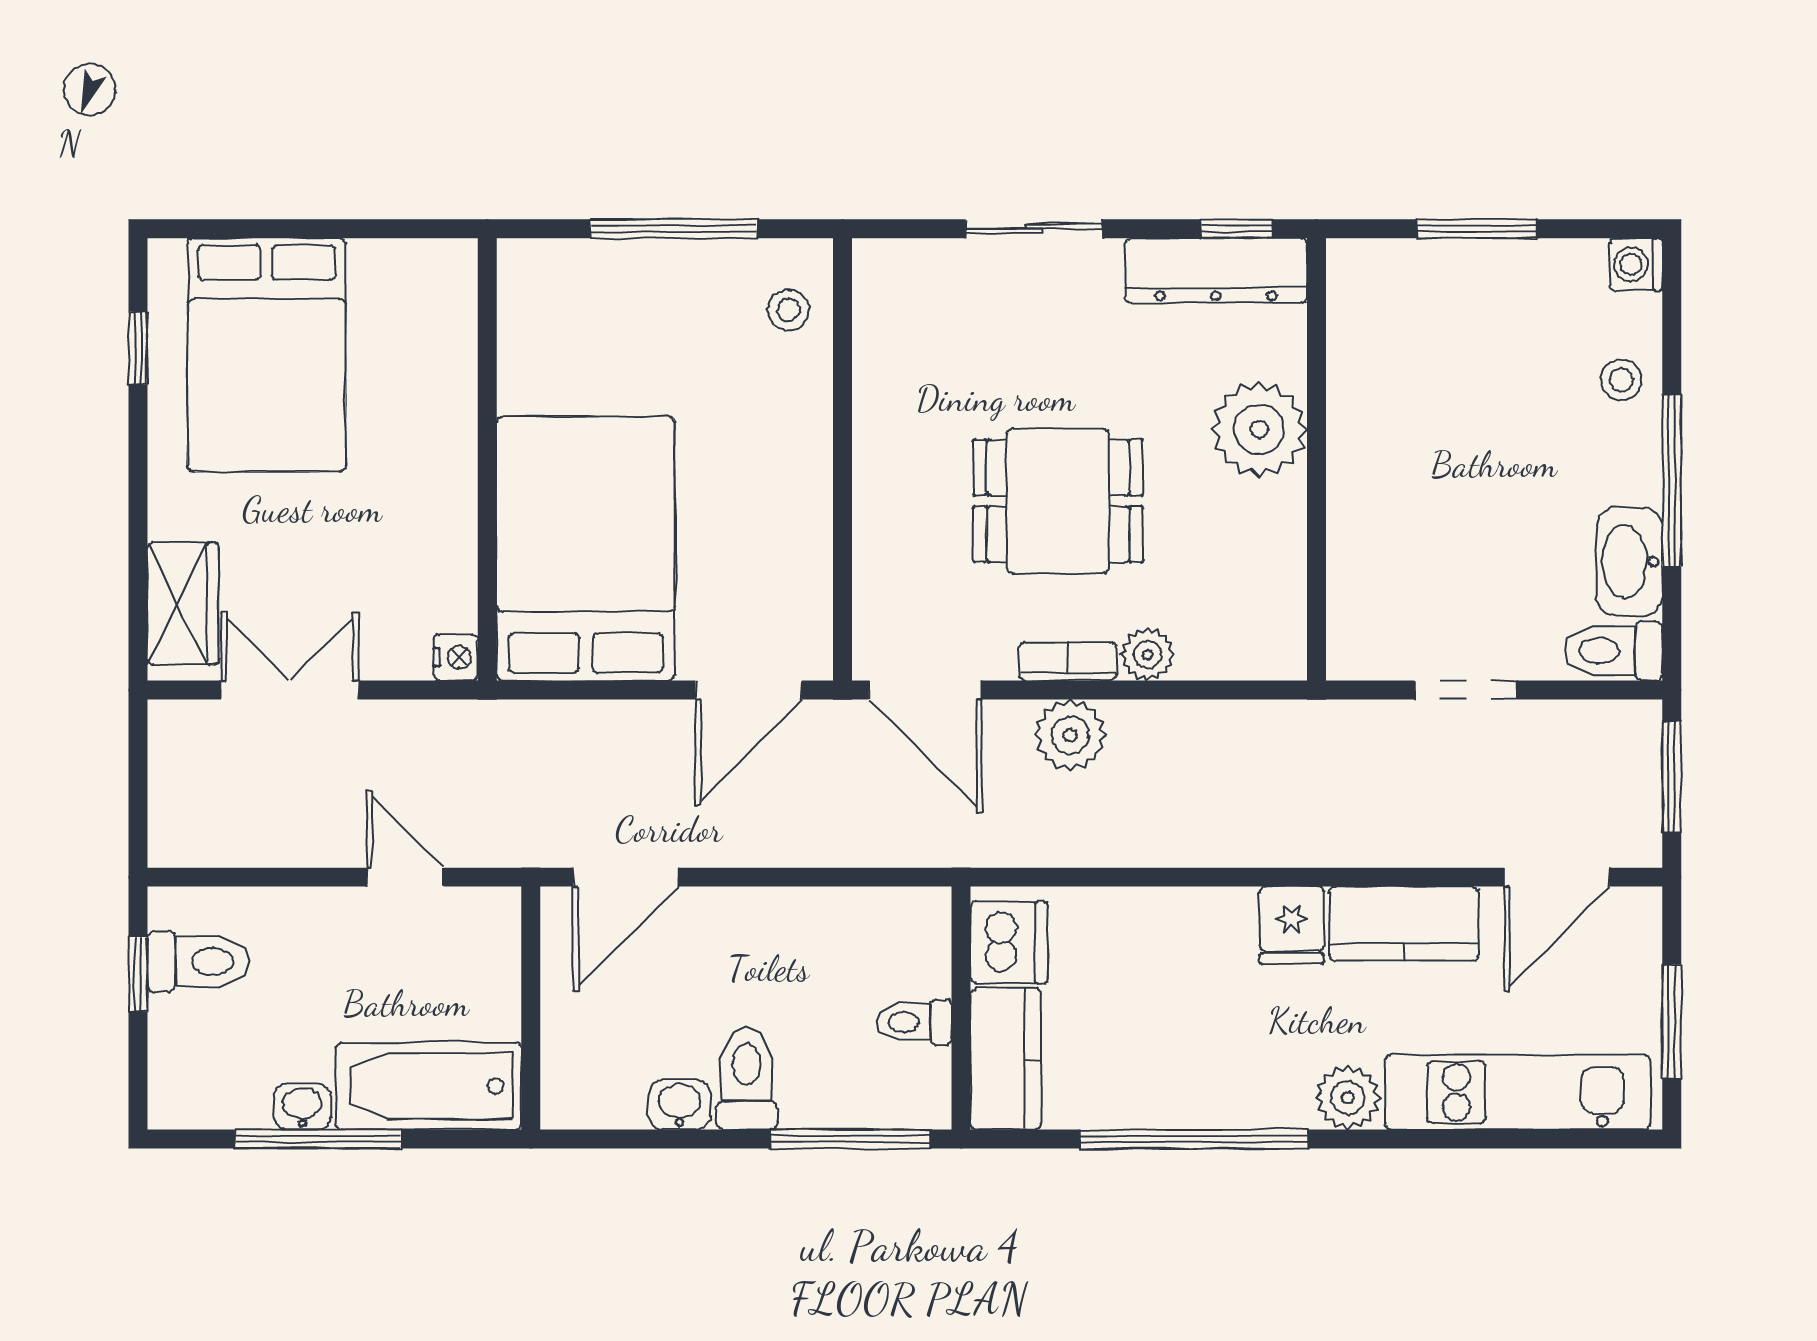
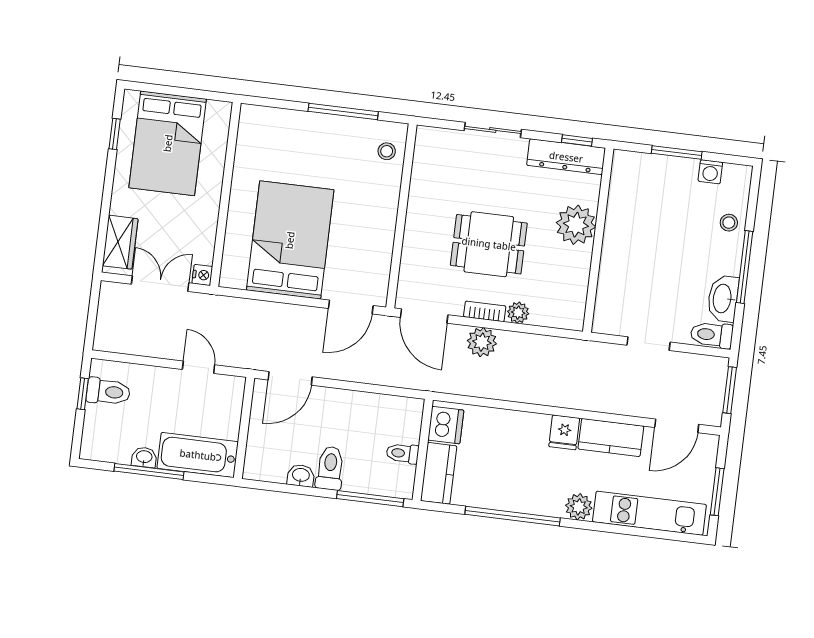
washing machine: (1636, 264) -> (710, 172), moved, turned -90
wall: (487, 459) -> (225, 194), moved
nightstand: (456, 657) -> (202, 275), moved

